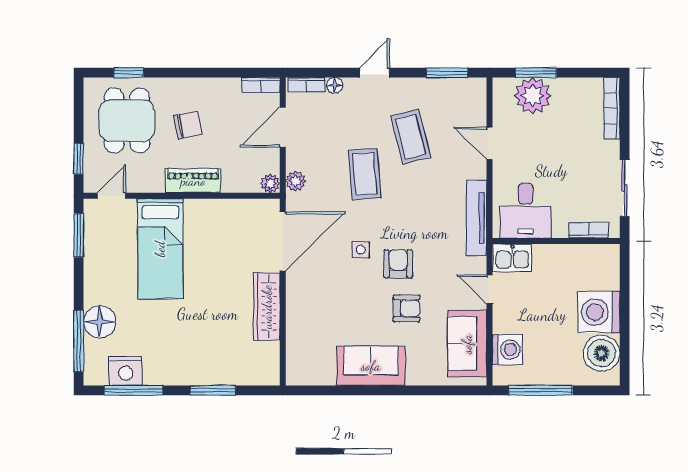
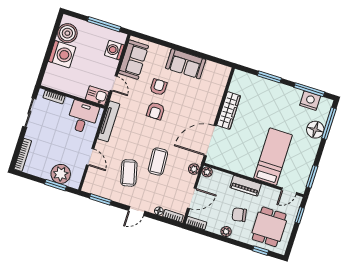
plant: (202, 87) -> (226, 232), added
side table: (361, 250) -> (172, 124), removed
armchair: (406, 308) -> (159, 87), turned 90

